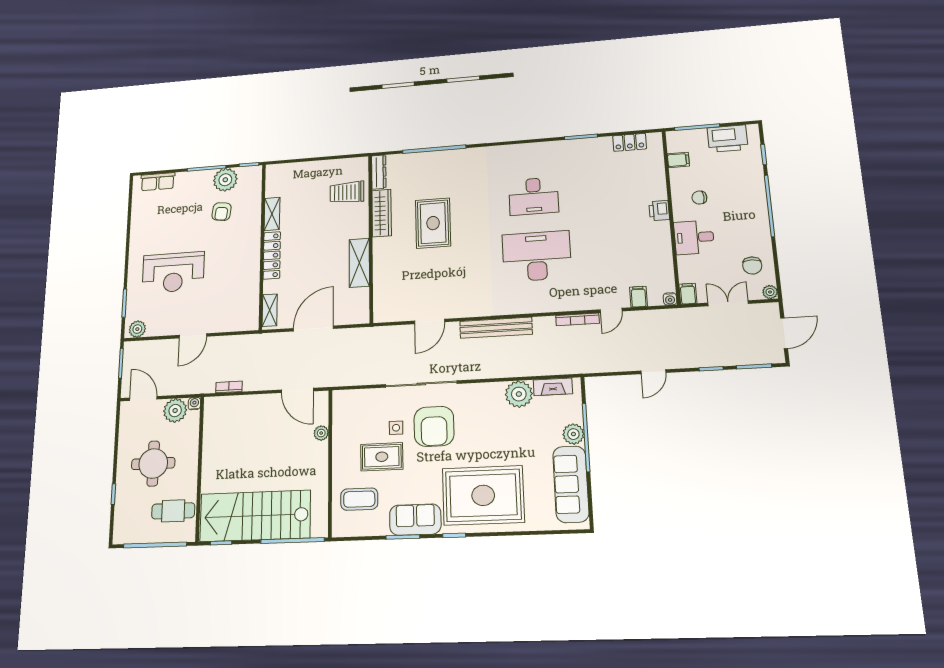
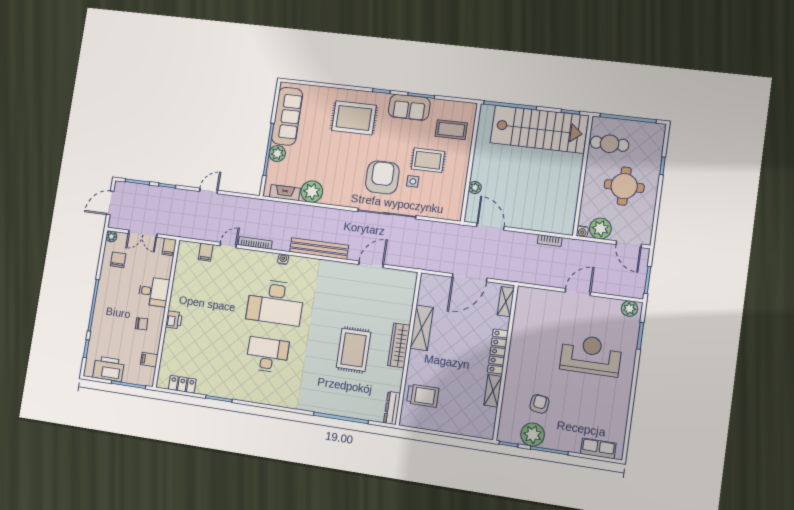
wardrobe: (382, 213) -> (399, 345), moved
water cooler: (670, 299) -> (283, 259), moved
rug: (483, 495) -> (354, 118), width x0.73, depth x0.69

